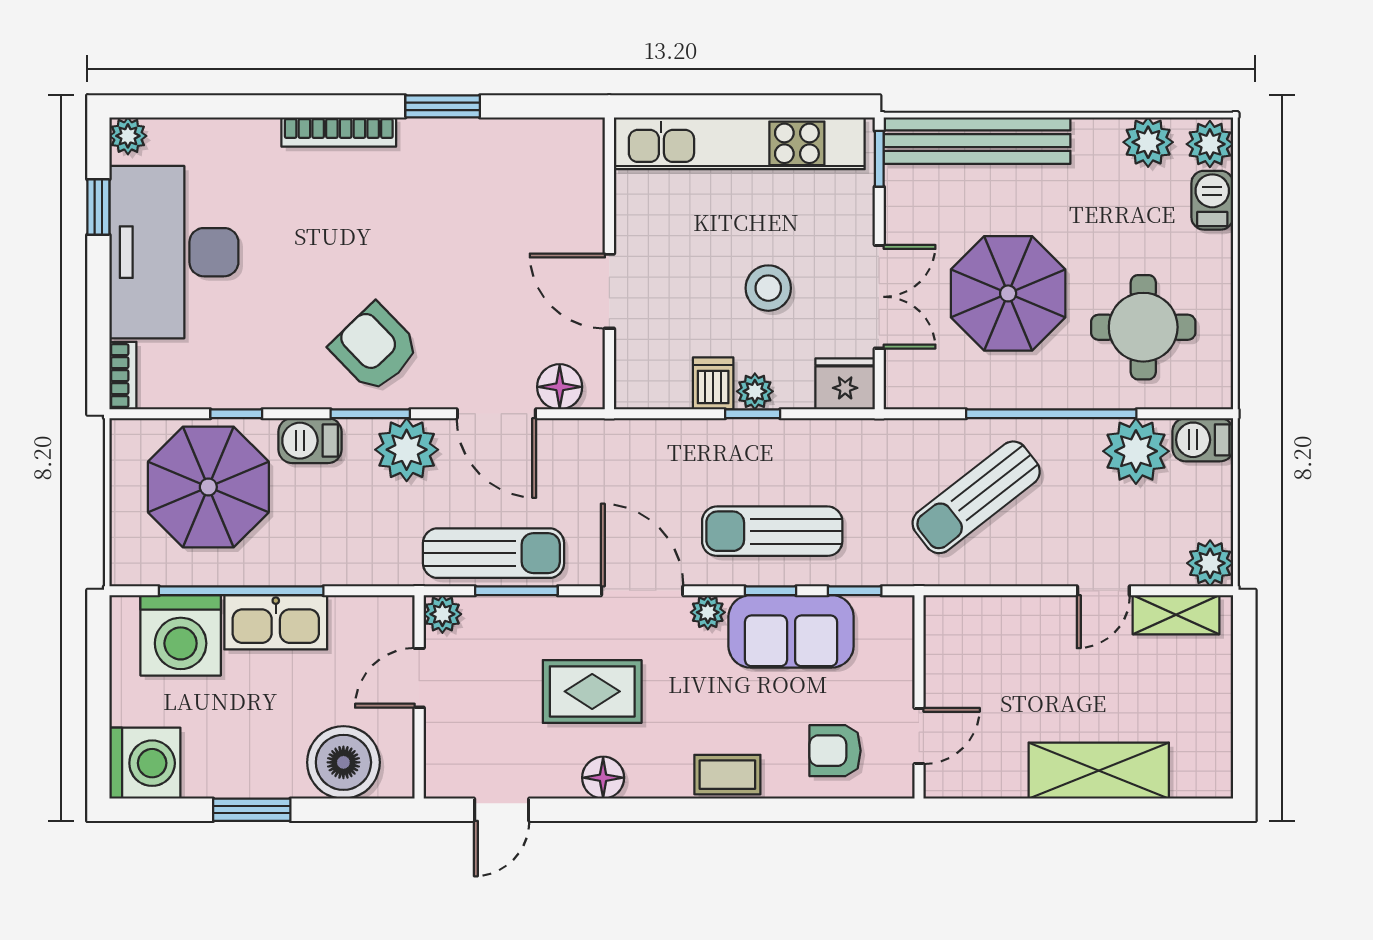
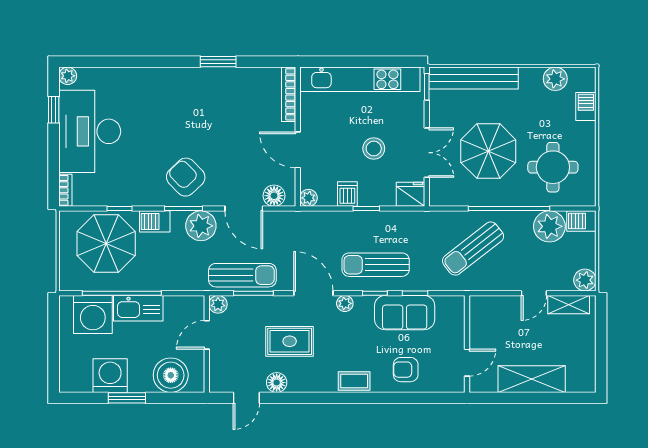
bookcase: (339, 132) -> (289, 94), moved, turned 90
plant: (1210, 144) -> (585, 80), removed
plant: (755, 391) -> (308, 198), moved
sofa: (791, 631) -> (405, 313), moved
wall: (919, 697) -> (467, 344), moved
door: (919, 736) -> (467, 363), moved
washing machine: (145, 763) -> (110, 376), moved, turned -90
floor lamp: (603, 778) -> (277, 383), moved

